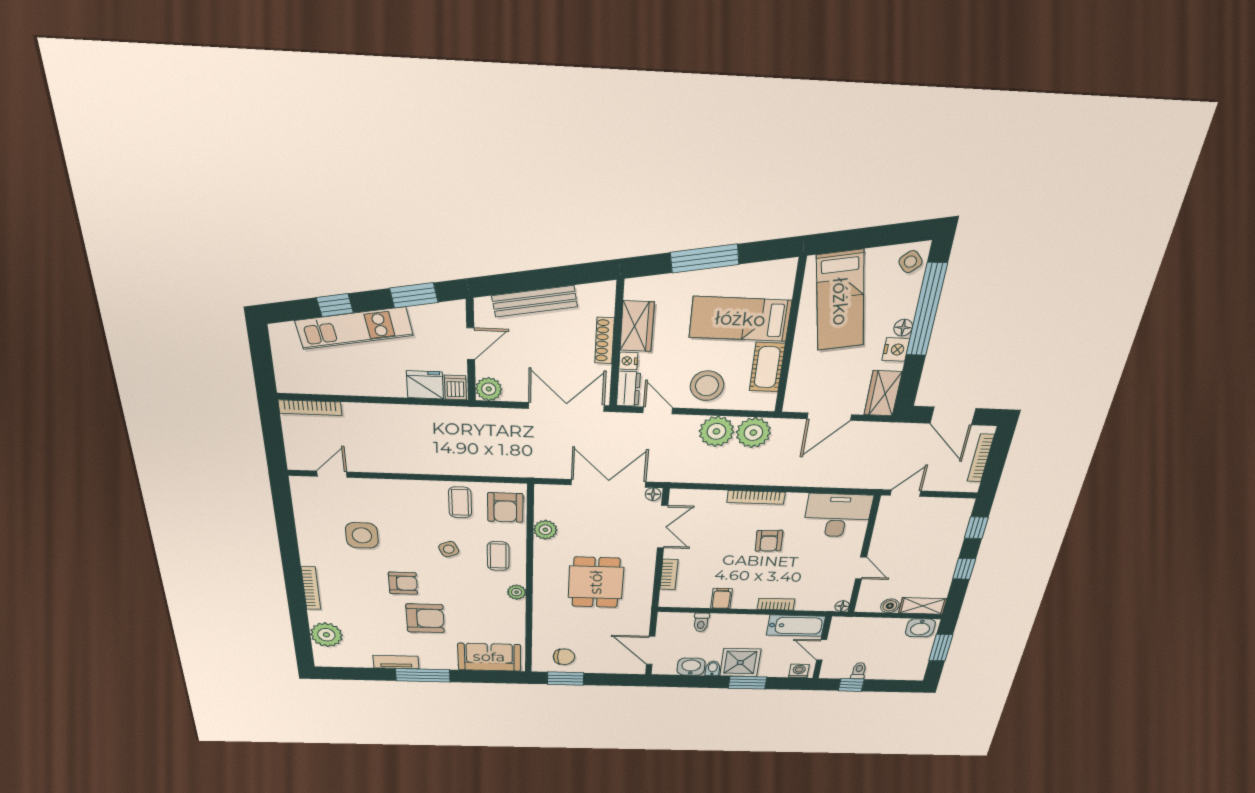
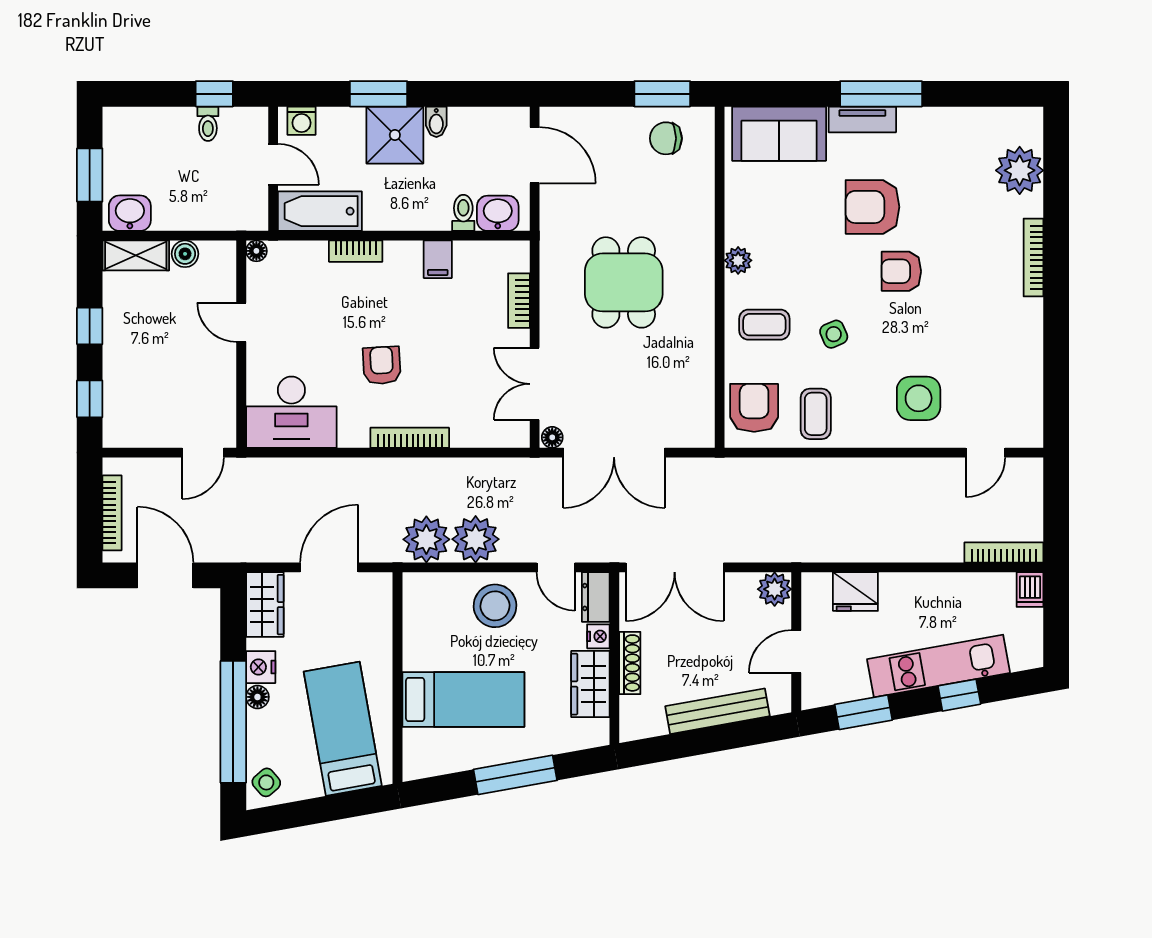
cot: (767, 367) -> (421, 635), removed
dishwasher: (455, 387) -> (1030, 590), moved
plant: (545, 530) -> (698, 373), removed
side table: (362, 535) -> (919, 398), moved
coffee table: (498, 556) -> (764, 325), turned 90
tv unit: (396, 662) -> (862, 119), moved
washbasin: (691, 667) -> (498, 213), moved, turned 180

